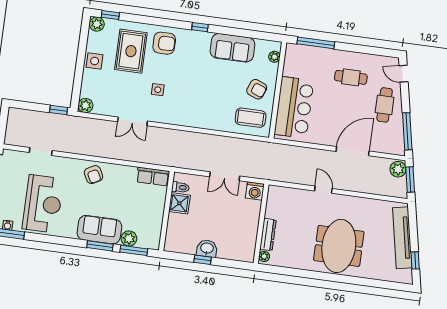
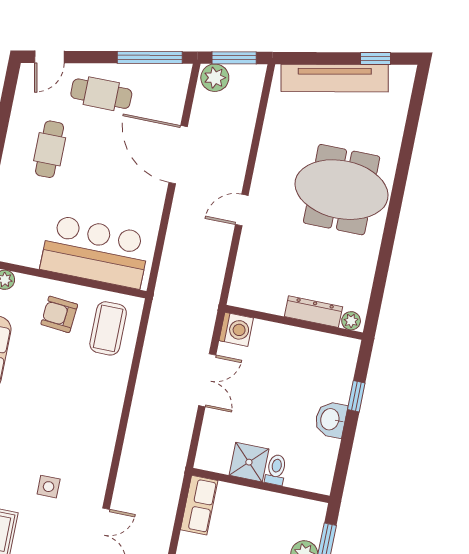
armchair: (257, 89) -> (59, 314), turned -106
toilet: (180, 187) -> (276, 470), moved
window: (203, 260) -> (356, 396), moved

